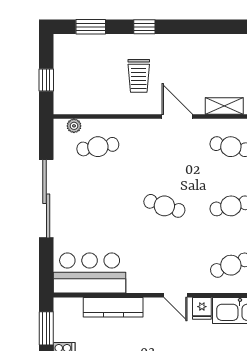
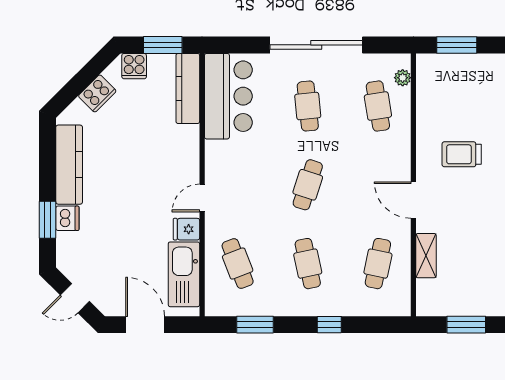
window: (46, 80) -> (457, 45), width x1.50
door: (177, 117) -> (413, 200), swing flipped
cafe table: (98, 206) -> (308, 106), added
kitchen counter: (113, 307) -> (188, 88), moved

